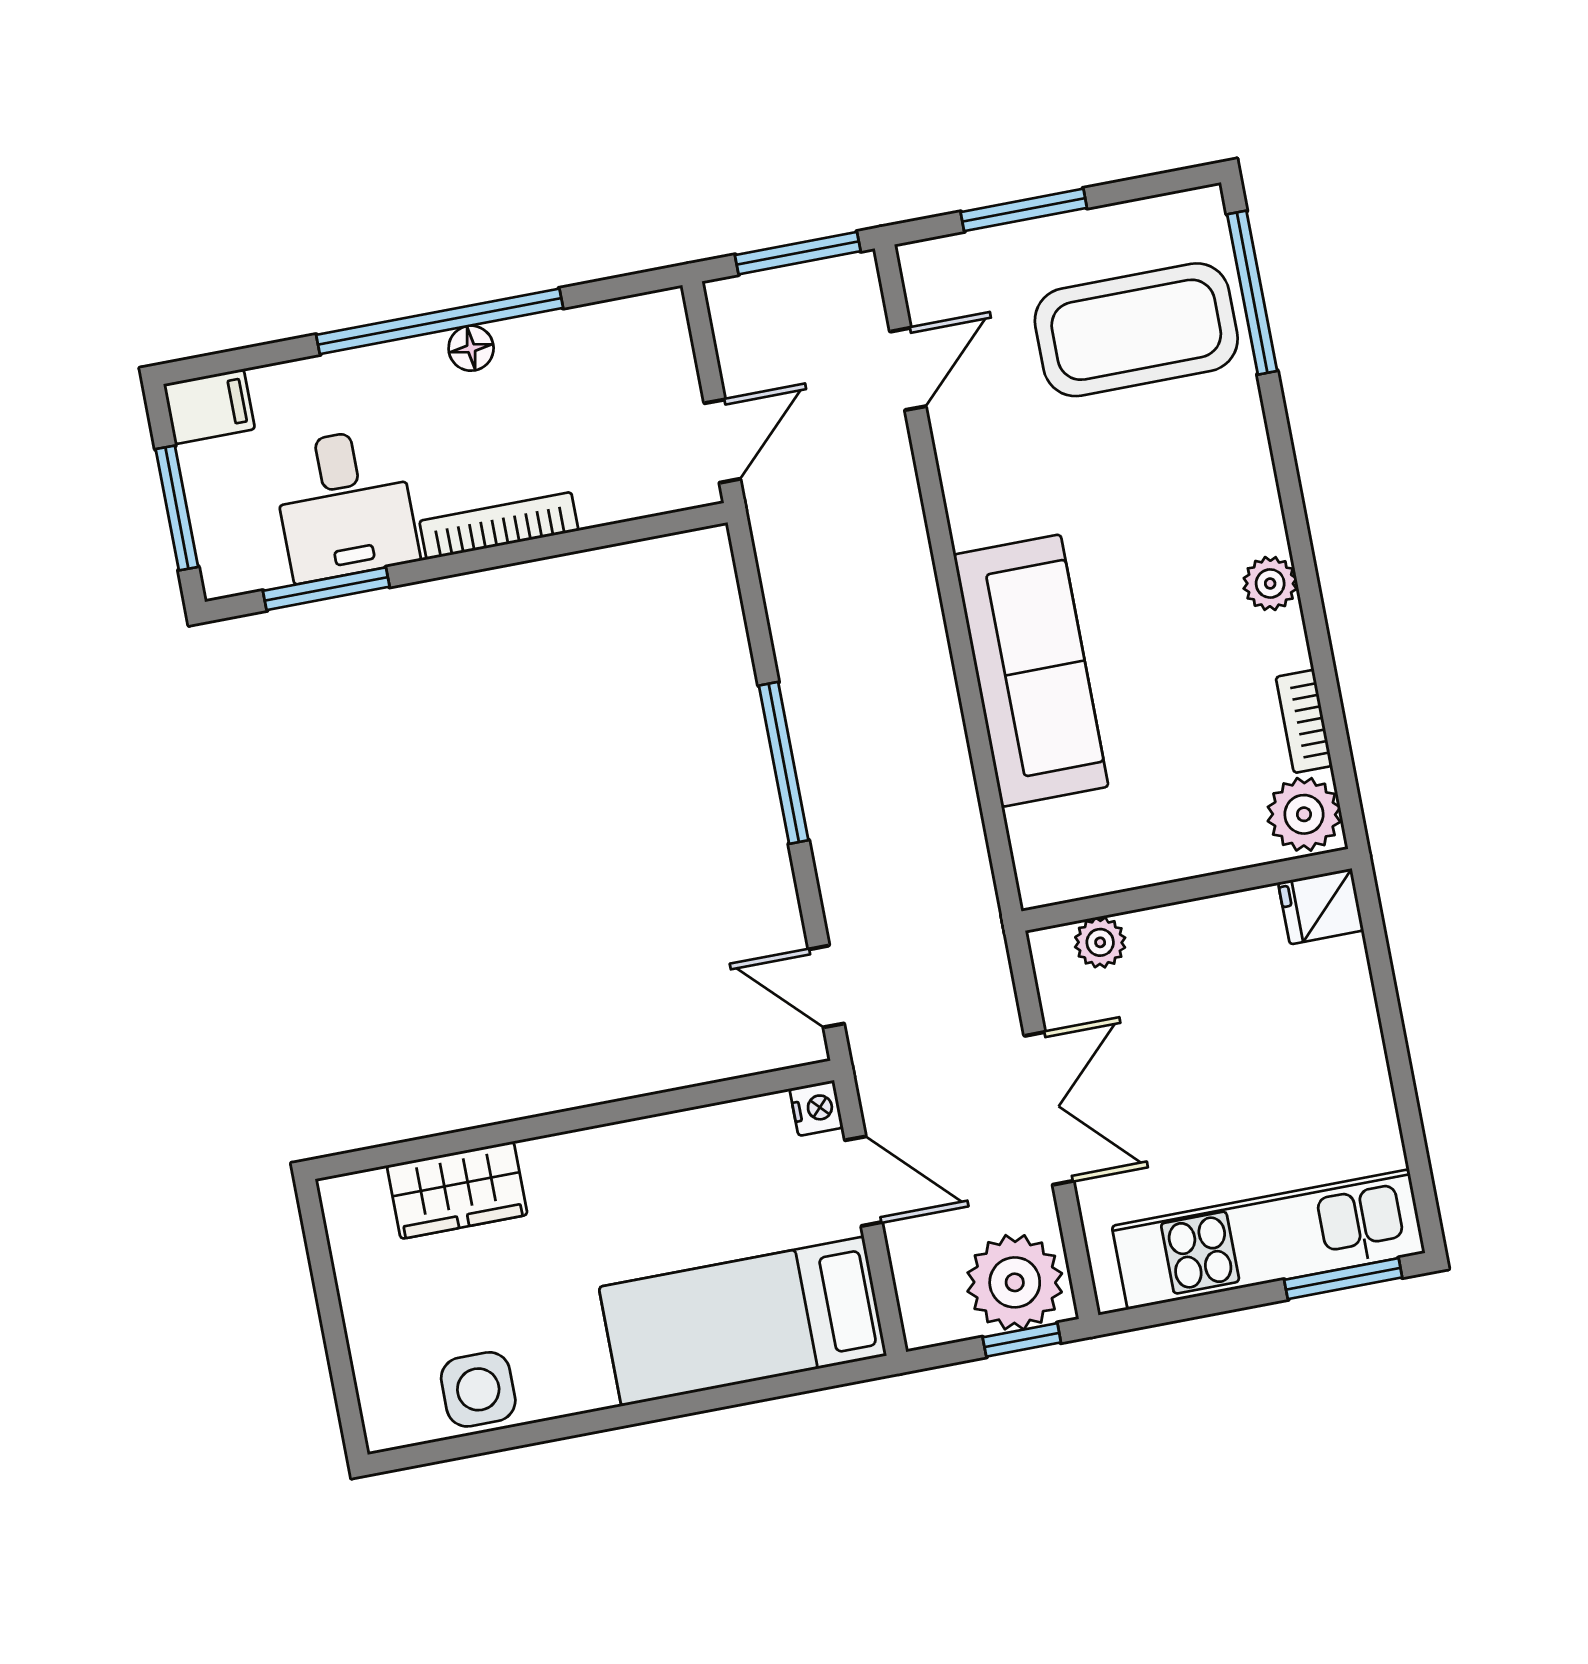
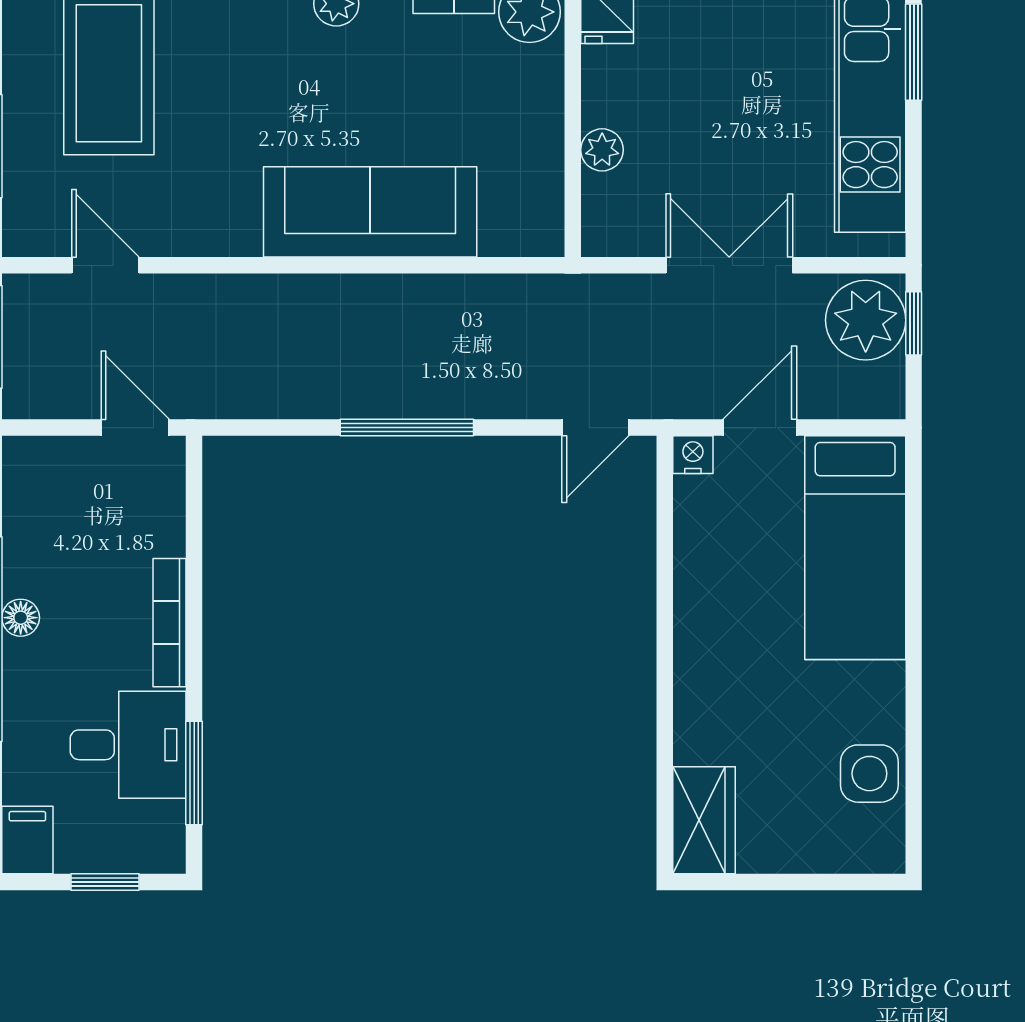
window: (177, 508) -> (105, 882), width x0.67
plant: (1100, 942) -> (602, 150), moved
wardrobe: (457, 1190) -> (704, 820), moved

